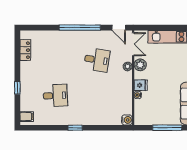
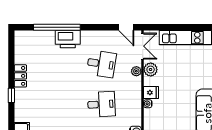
window: (80, 28) -> (57, 27), moved
printer: (67, 38) -> (68, 39), added
locker: (25, 50) -> (20, 76), moved
desk: (55, 96) -> (101, 104), moved

